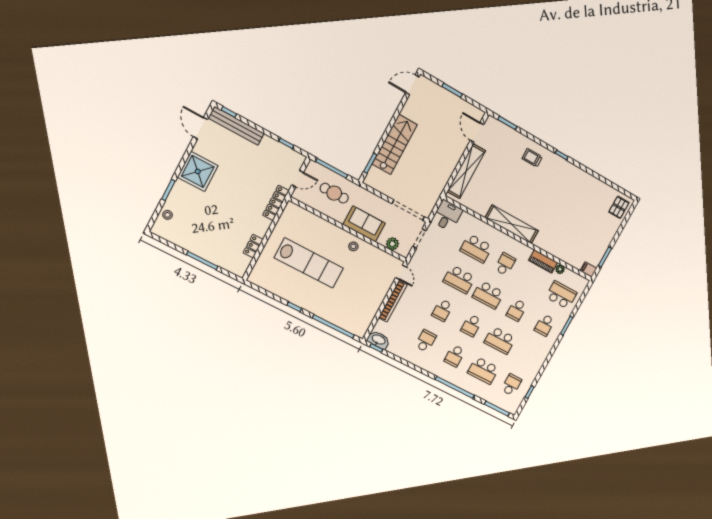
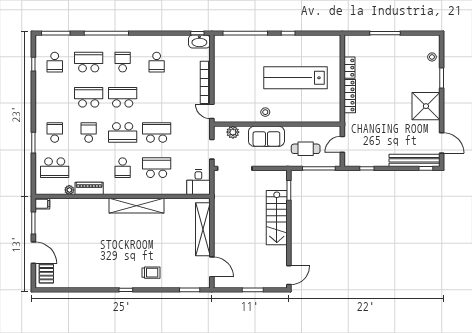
locker: (276, 203) -> (350, 96), moved
door: (619, 232) -> (33, 253), added
school desk: (488, 295) -> (123, 132), turned 180
school desk: (442, 310) -> (157, 97), removed
school desk: (471, 325) -> (123, 97), width x1.85

